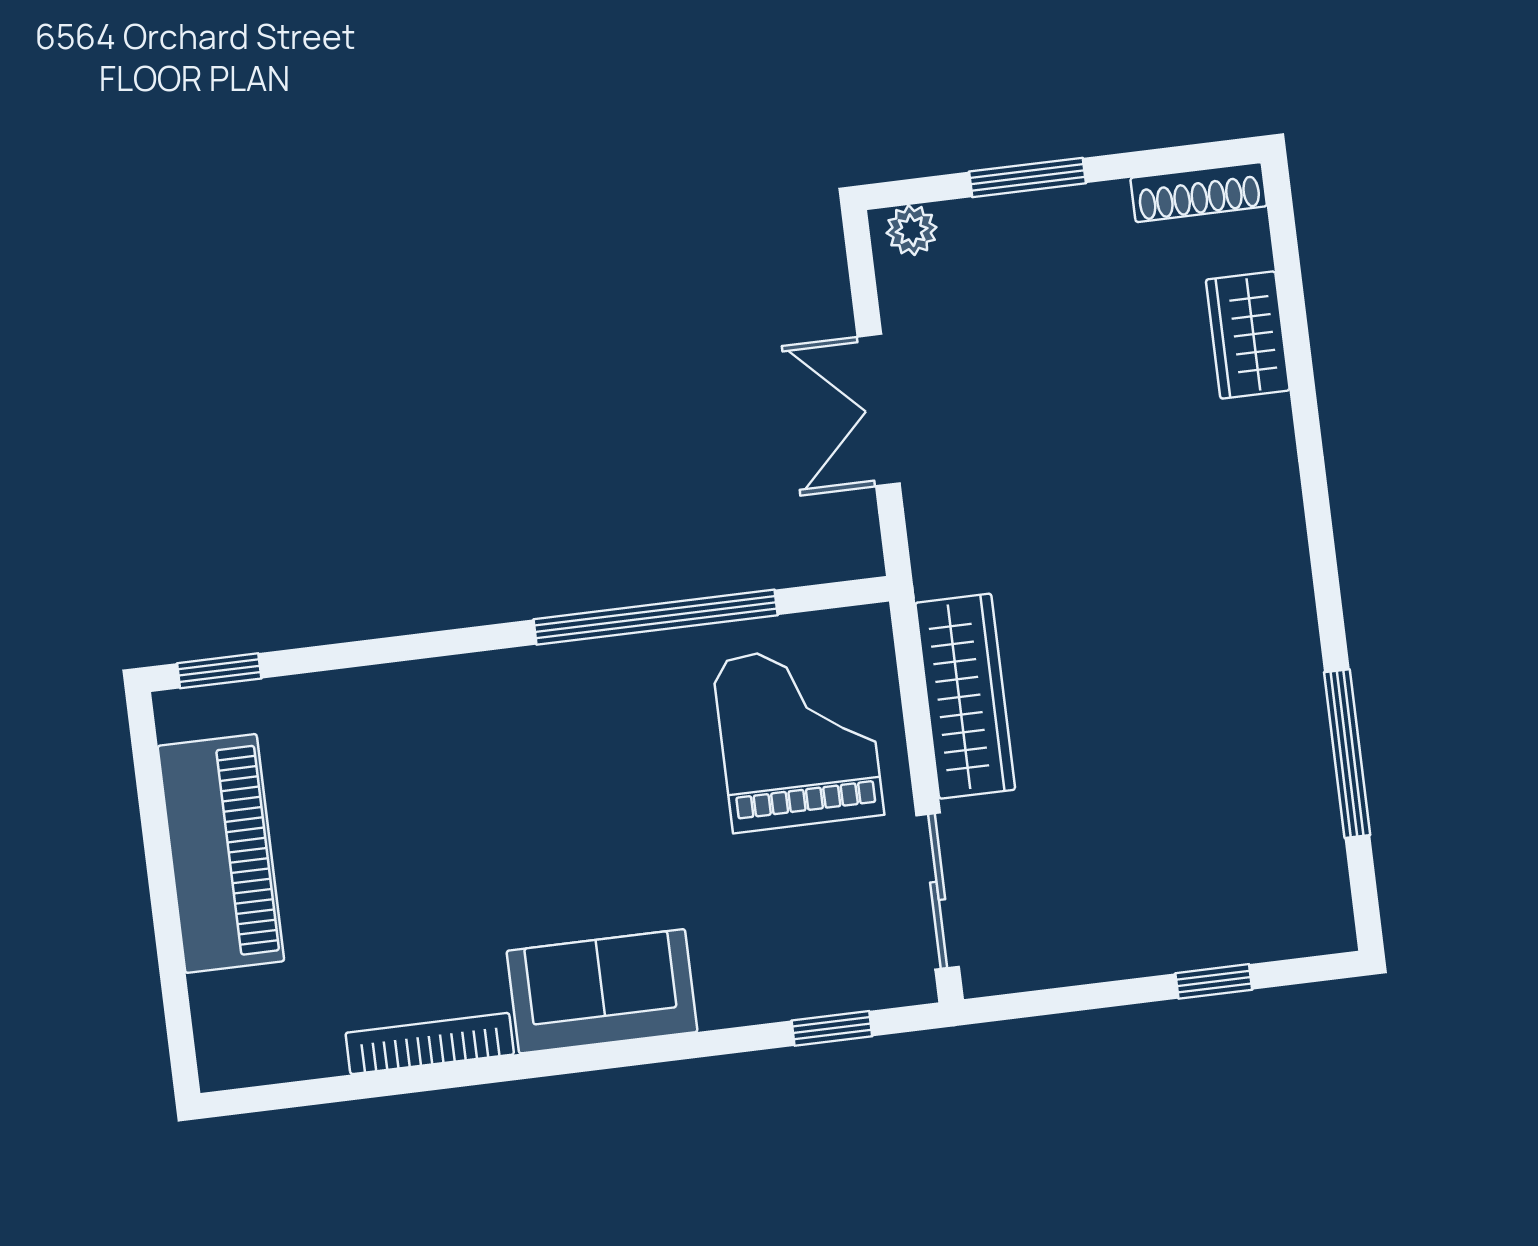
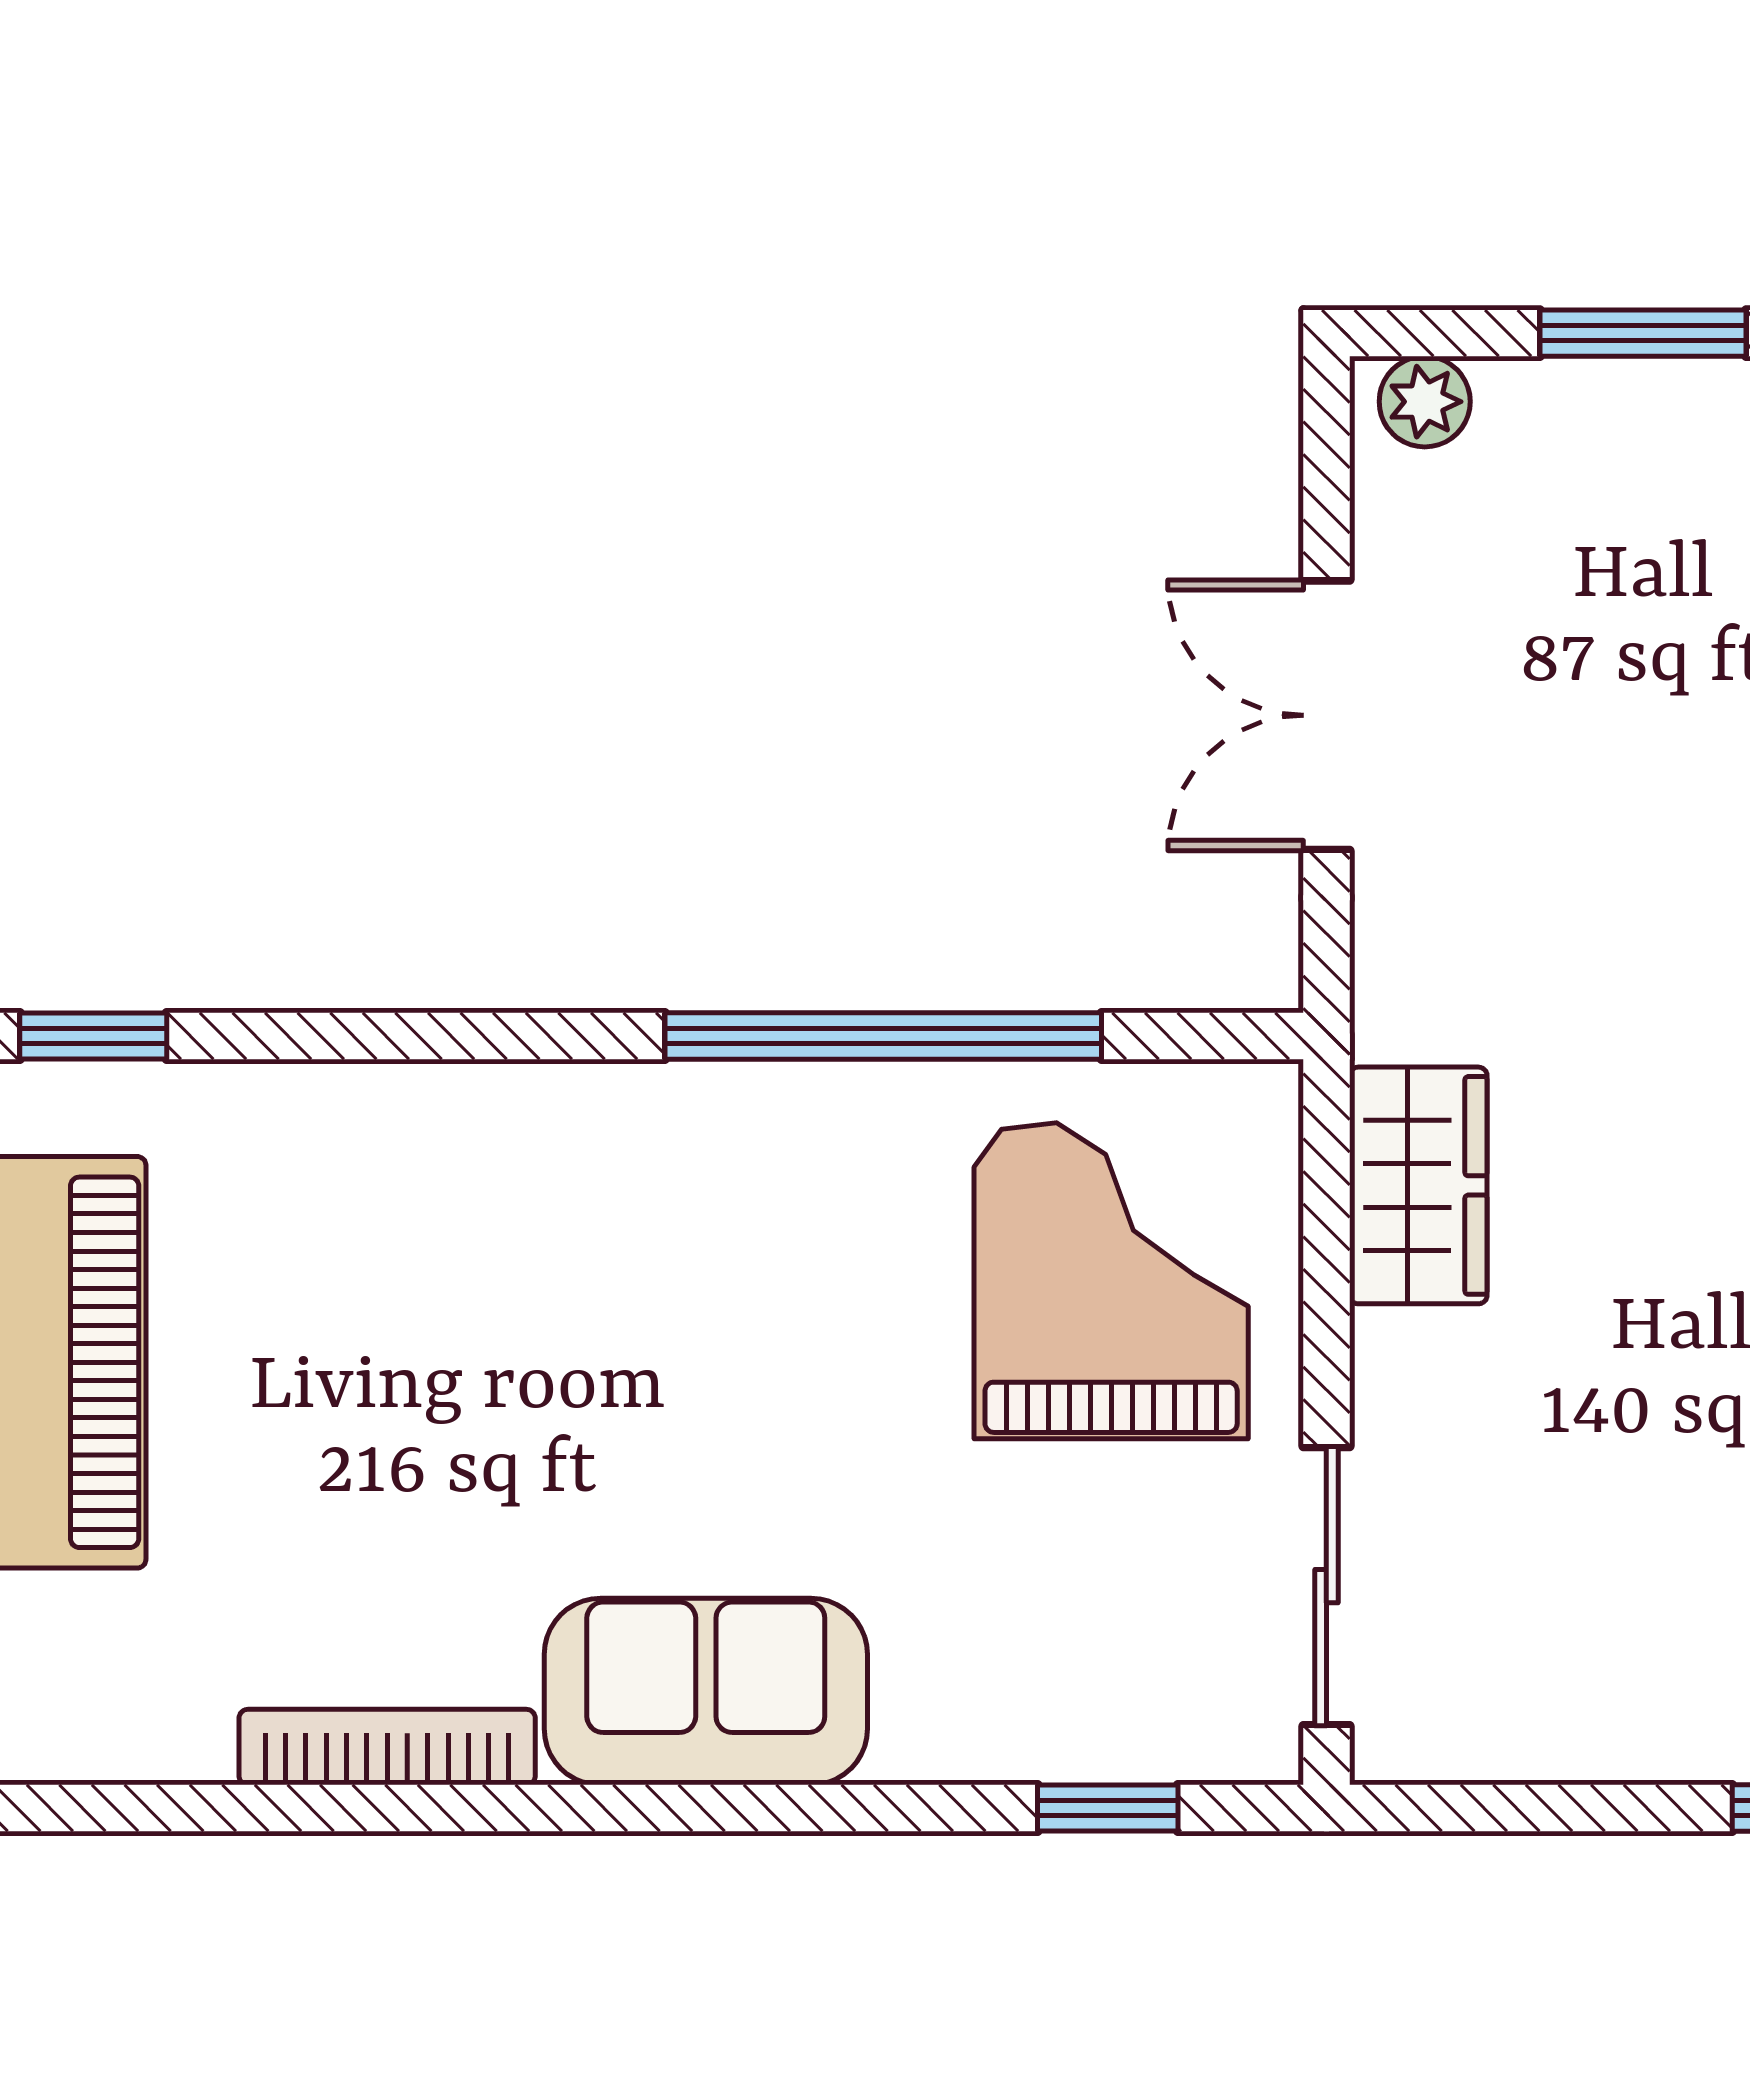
wardrobe: (965, 696) -> (1418, 1185), width x0.67

